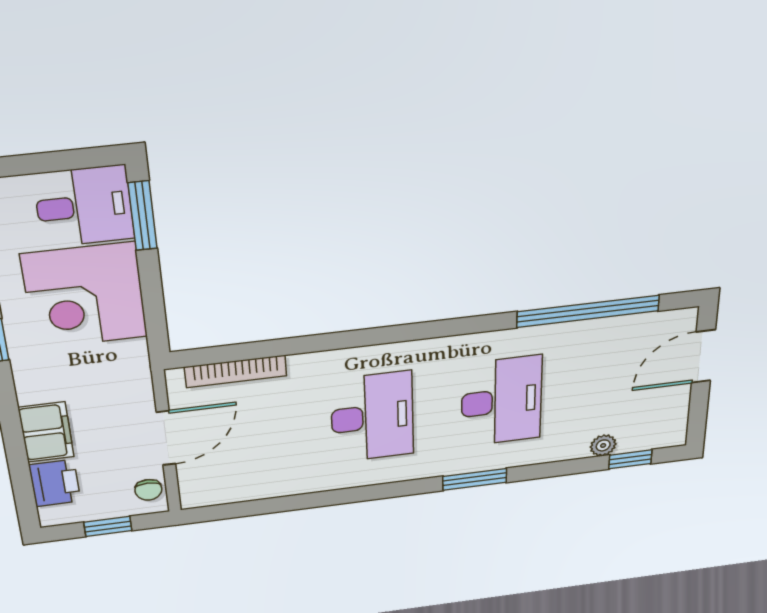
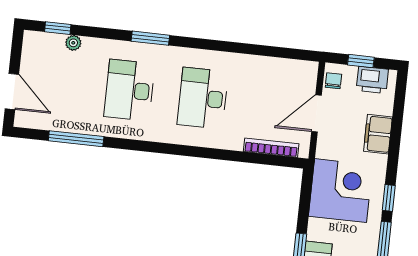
corner desk: (85, 296) -> (341, 191), moved
window: (588, 311) -> (76, 139), width x0.68
door: (703, 356) -> (12, 92), hinge flipped
printer: (55, 483) -> (372, 80), moved, turned -90

